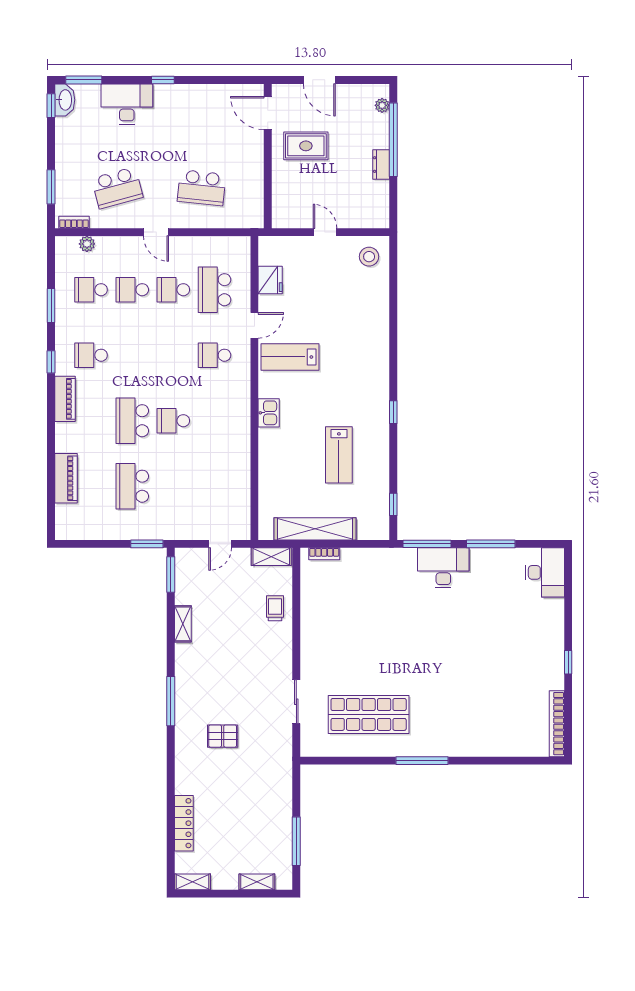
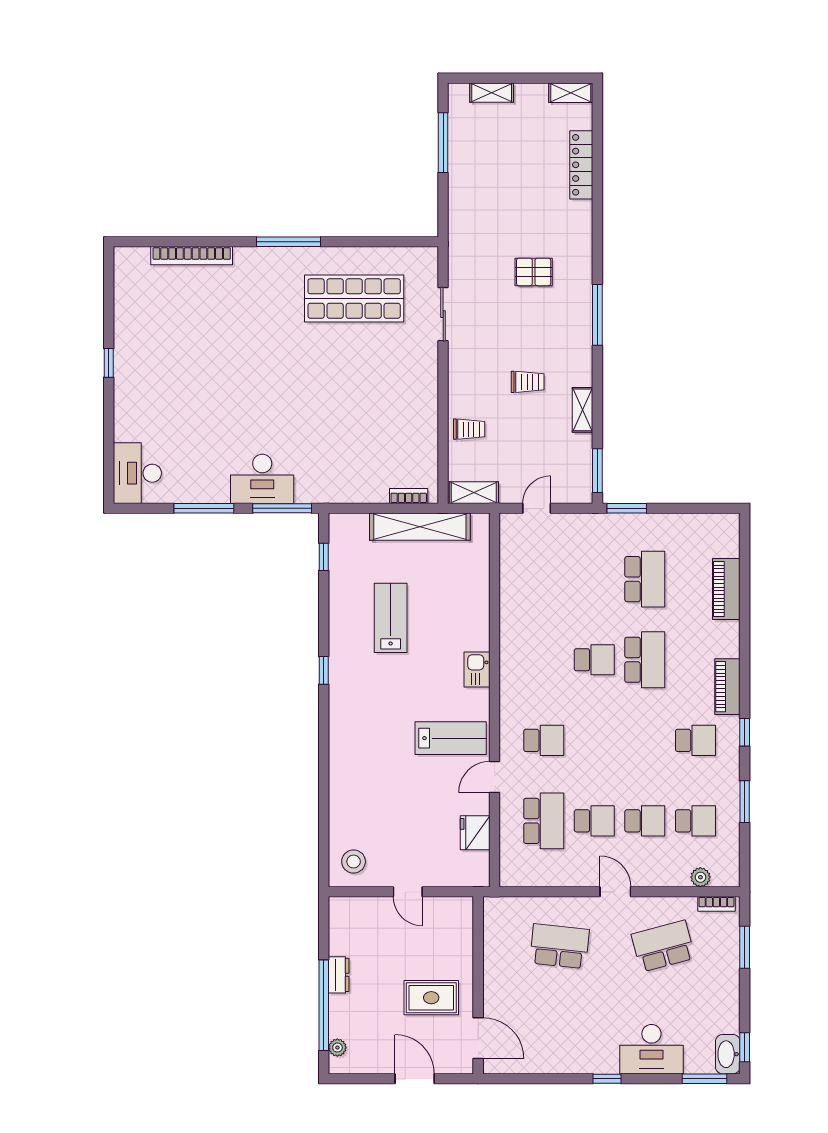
trolley: (275, 608) -> (469, 429), turned -90
trolley: (228, 647) -> (528, 382), added
bookcase: (557, 724) -> (192, 256), moved, turned 90

